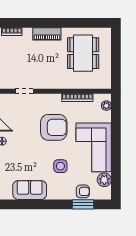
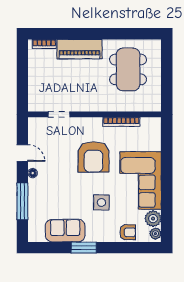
piano: (47, 34) -> (79, 49), width x1.37, depth x1.33
plant: (106, 106) -> (155, 234), moved
armchair: (54, 127) -> (93, 157), turned 90
window: (83, 204) -> (84, 248), moved

